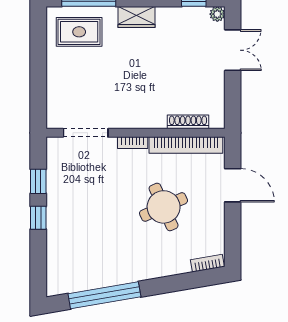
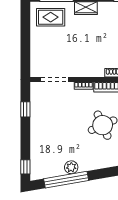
window: (38, 218) -> (25, 167), moved
plant: (113, 275) -> (71, 167), added

